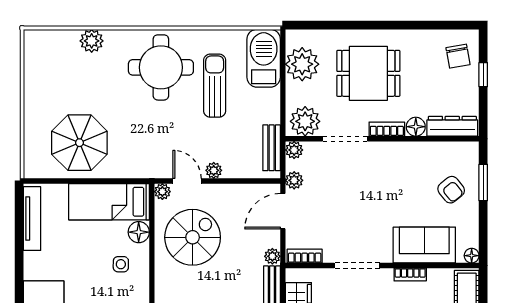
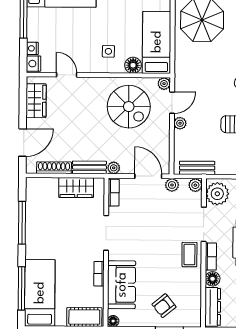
coffee table: (384, 157) -> (189, 255), added

